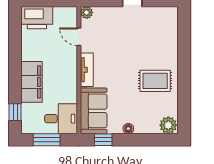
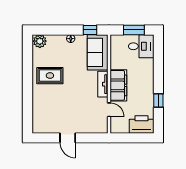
plant: (87, 12) -> (103, 128), removed
filing cabinet: (32, 82) -> (118, 85), moved, turned 180
window: (15, 112) -> (158, 100), moved
desk: (61, 119) -> (141, 46), moved, turned 180

